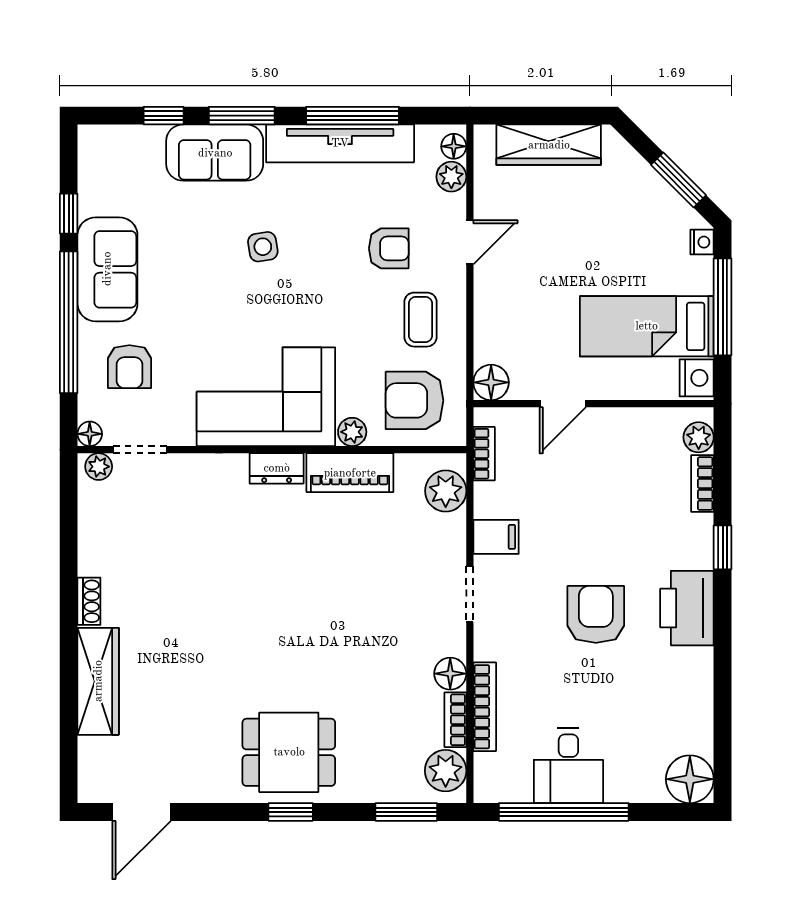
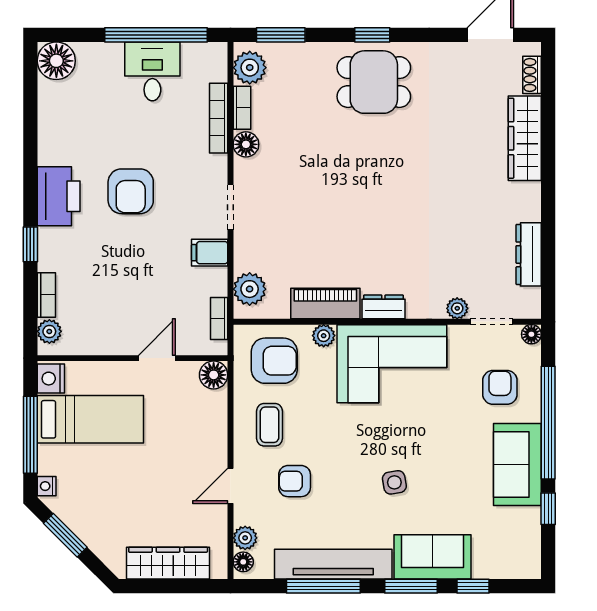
plant: (99, 467) -> (457, 308), moved
dresser: (93, 535) -> (529, 254), added
shoe rack: (89, 601) -> (532, 75), moved

